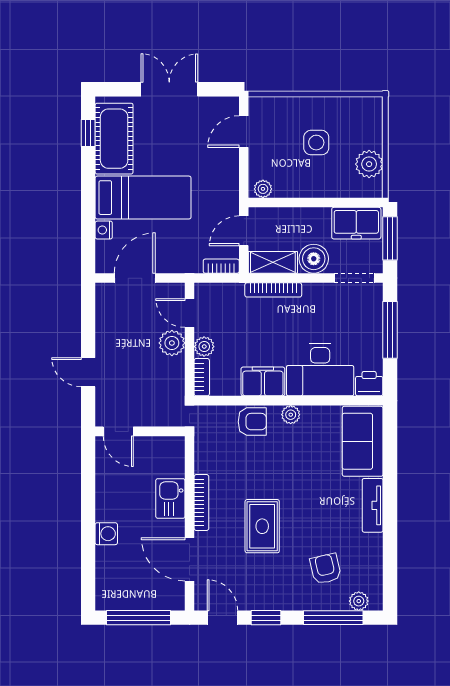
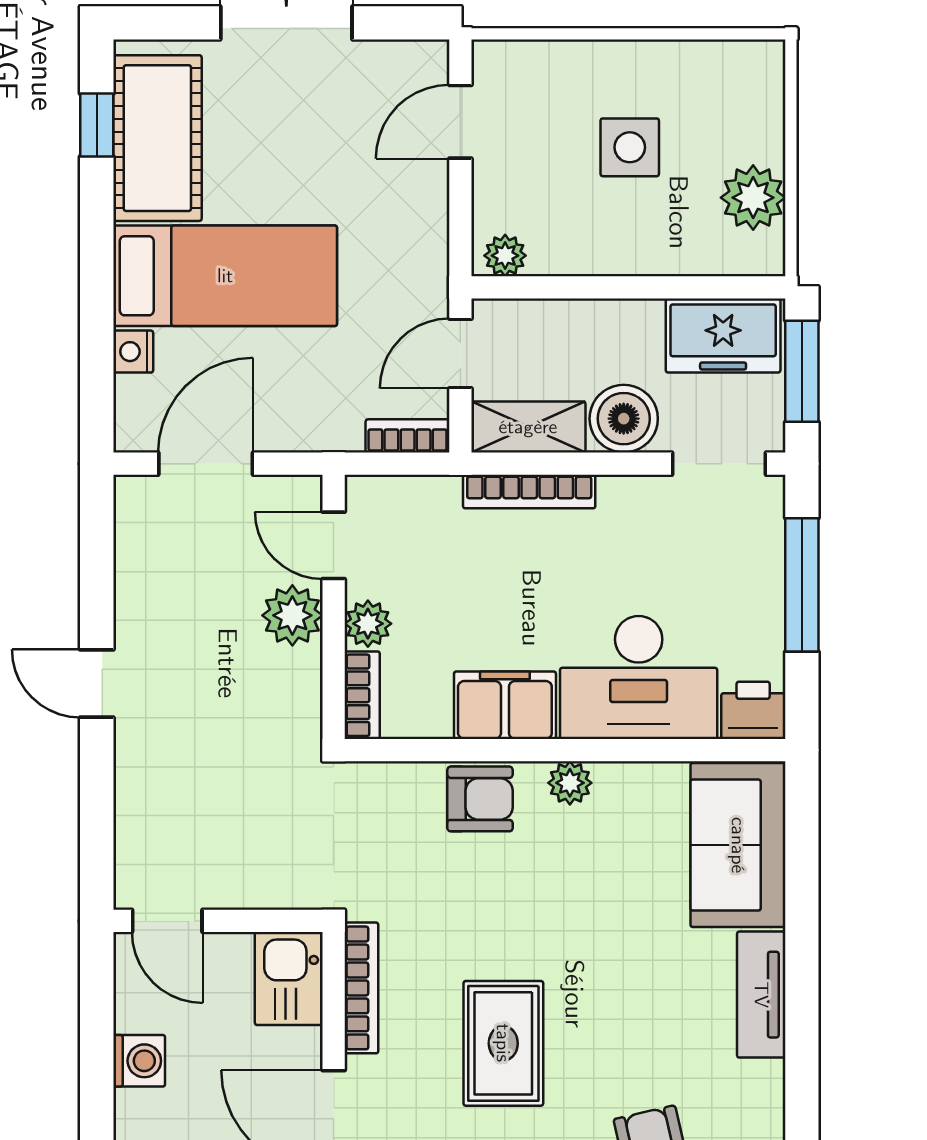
door: (118, 431) -> (167, 921), moved
wall: (140, 431) -> (218, 921), moved

